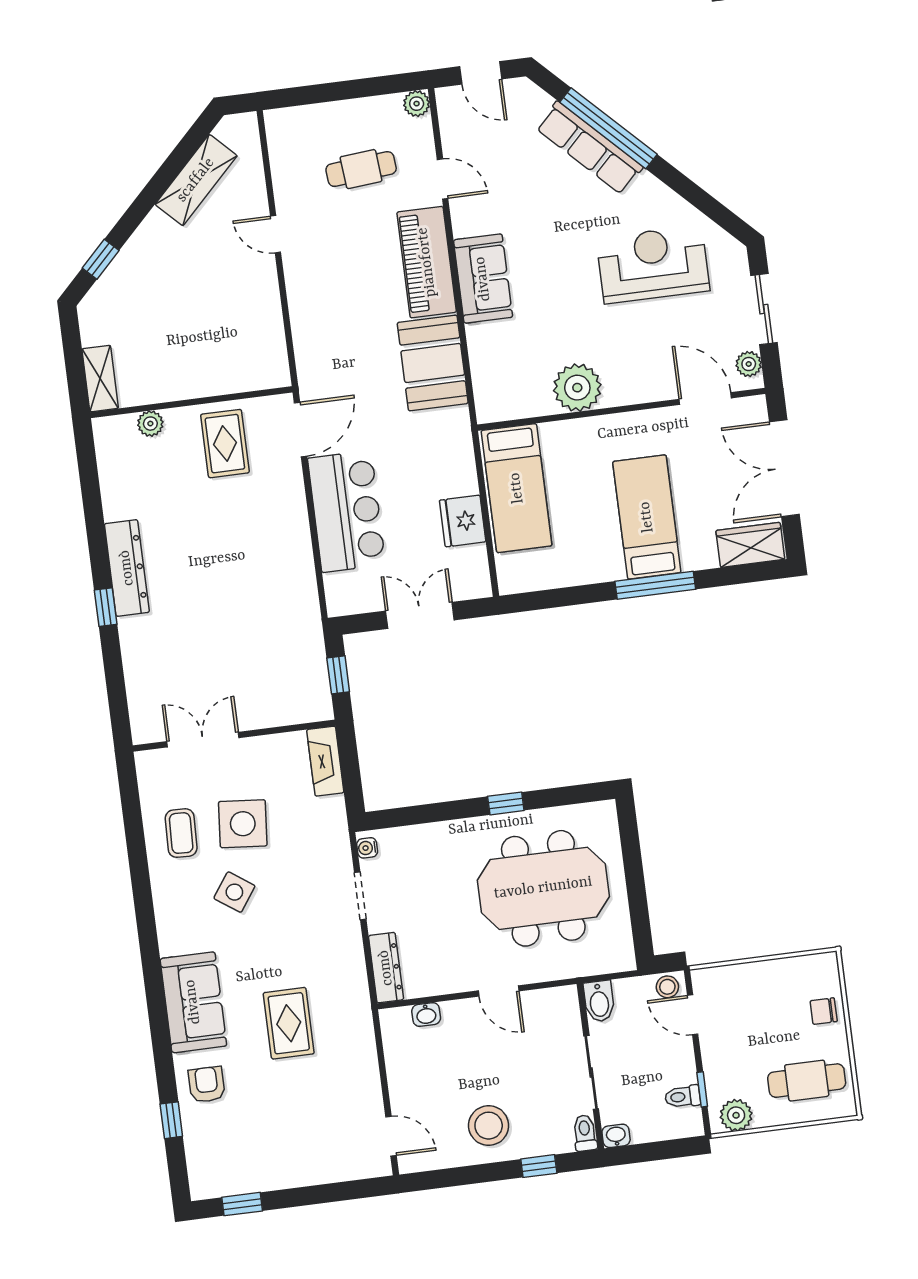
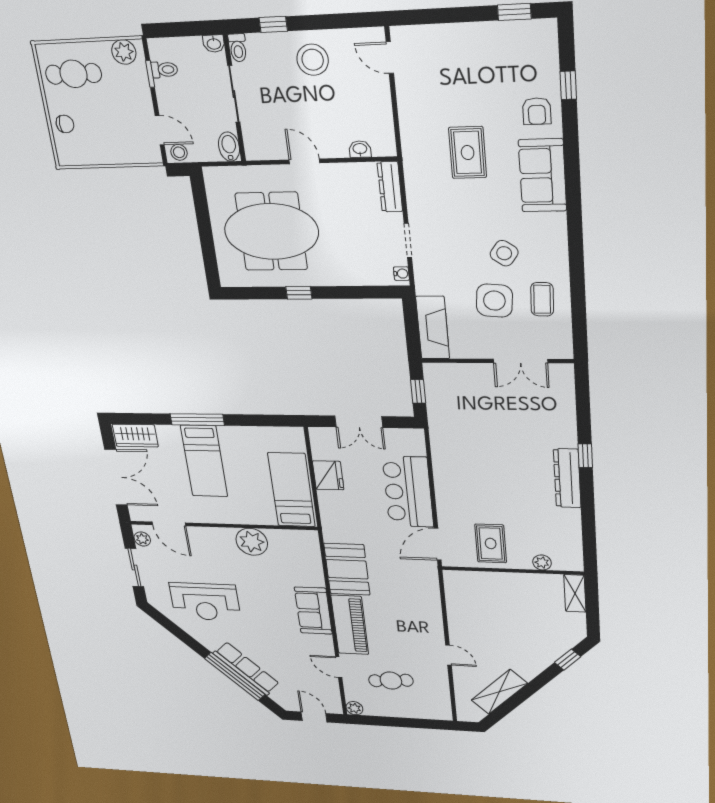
fireplace: (325, 761) -> (433, 328), width x1.37, depth x1.32

